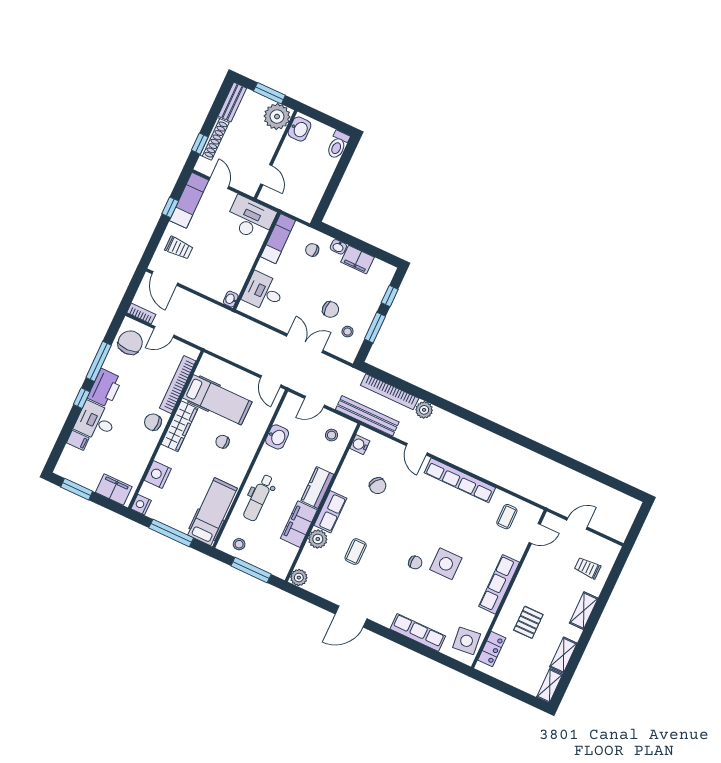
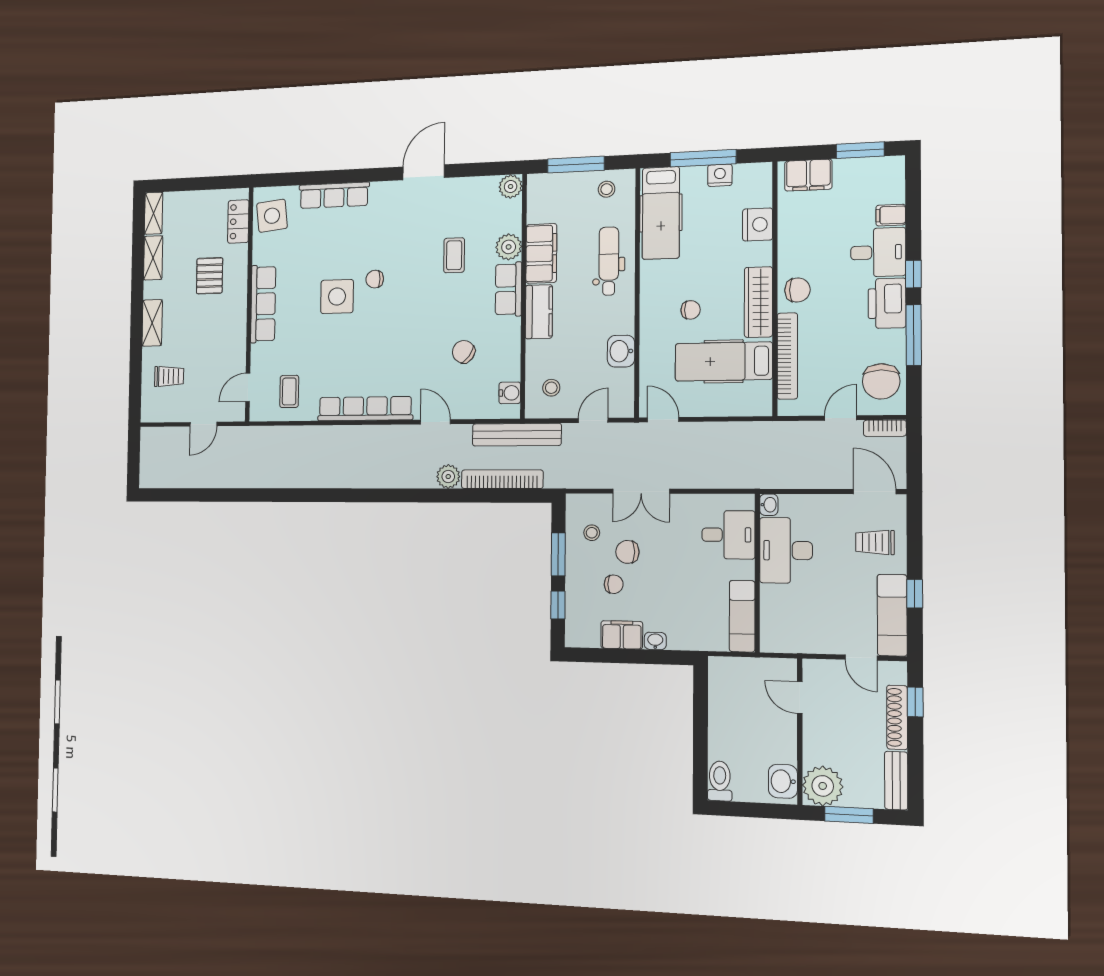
desk: (251, 218) -> (786, 550), moved, turned 90
chair: (312, 250) -> (614, 584), moved
nightstand: (141, 505) -> (720, 175), moved, turned -90

